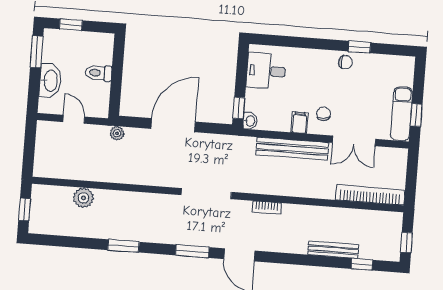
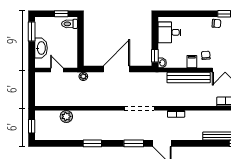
window: (71, 25) -> (61, 14), moved
toilet: (98, 73) -> (69, 24), moved

